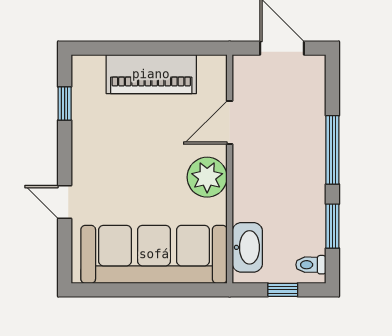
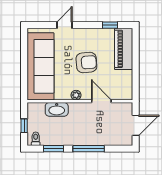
piano: (151, 74) -> (124, 49), moved
armchair: (146, 155) -> (86, 63), added
plant: (207, 177) -> (76, 95), width x0.53, depth x0.53
washbasin: (247, 247) -> (57, 109), moved

